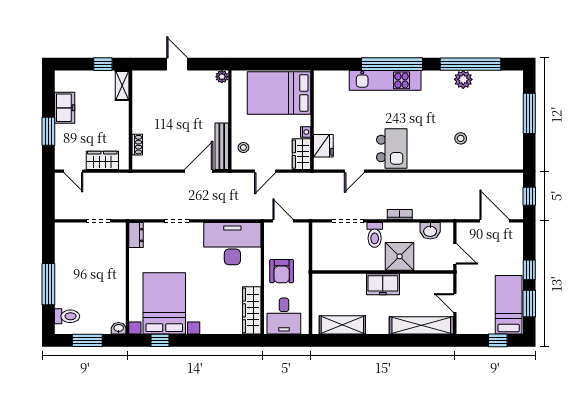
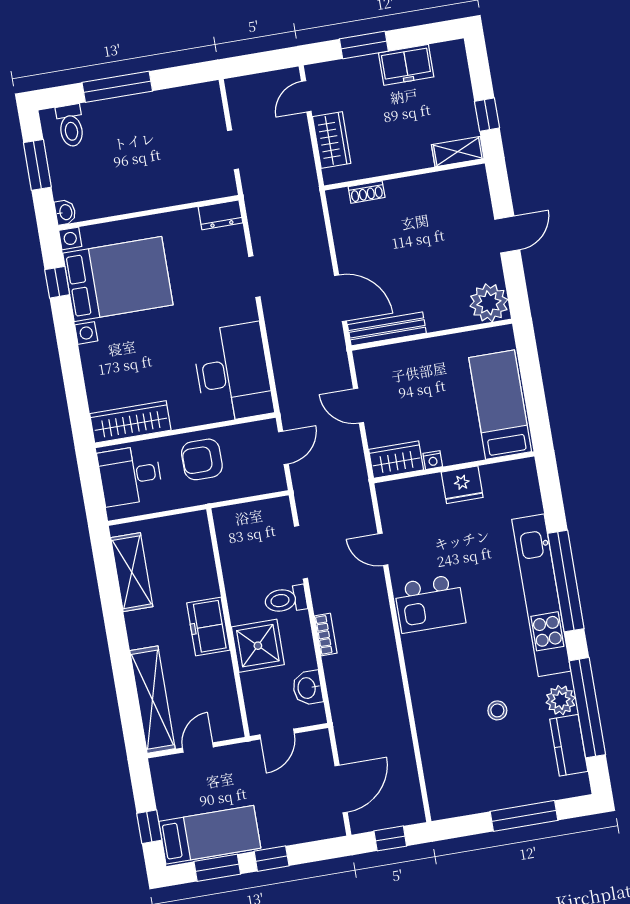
plant: (222, 77) -> (489, 303), width x1.87, depth x1.87
kitchen counter: (491, 79) -> (569, 745), added
kitchen unit: (385, 80) -> (541, 595), width x1.36
bed: (279, 93) -> (500, 405), width x0.67
stool: (461, 138) -> (497, 710), moved
fridge: (323, 146) -> (462, 485), moved
stool: (243, 148) -> (391, 364), removed

